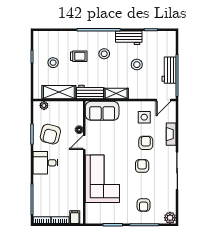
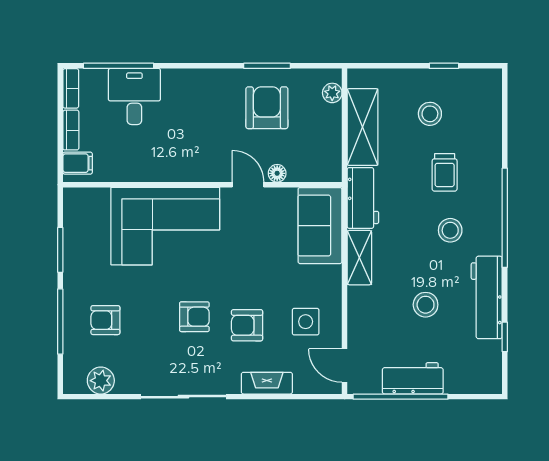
workbench: (129, 38) -> (487, 297), width x1.38
armchair: (50, 134) -> (267, 108), turned 76
armchair: (146, 143) -> (247, 325), turned 180
desk: (45, 163) -> (134, 96), moved
plant: (170, 218) -> (101, 381), moved

